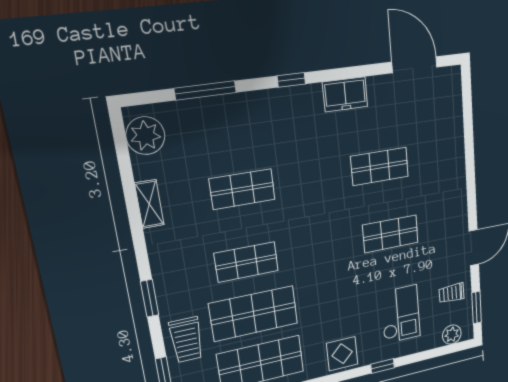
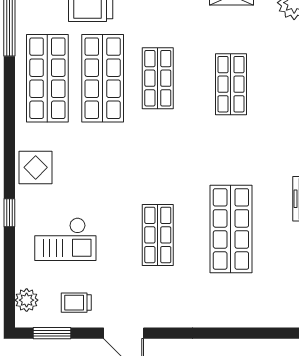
shop shelf: (380, 166) -> (231, 229), width x1.43, depth x1.36
trolley: (452, 293) -> (76, 303), turned -90

